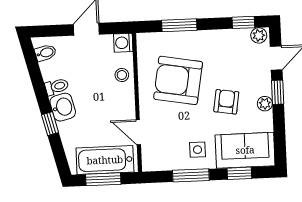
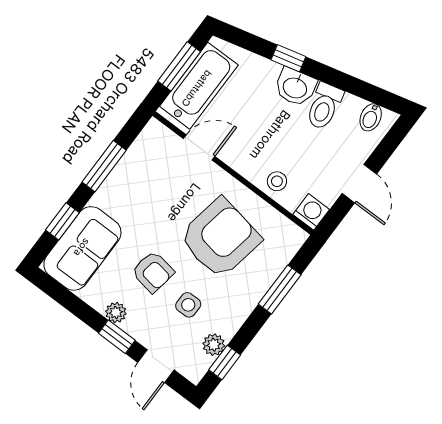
plant: (259, 35) -> (214, 345), moved
toilet: (57, 87) -> (324, 106), width x1.37, depth x1.39
side table: (198, 150) -> (188, 305), moved

